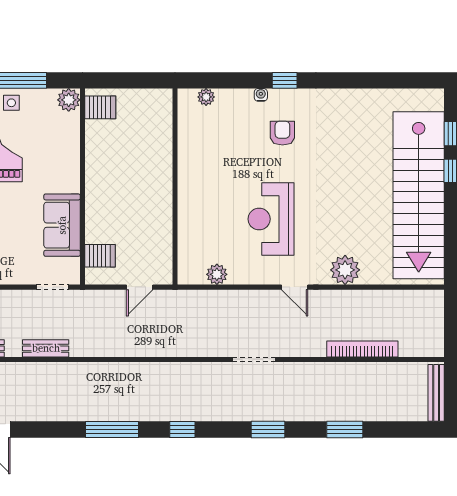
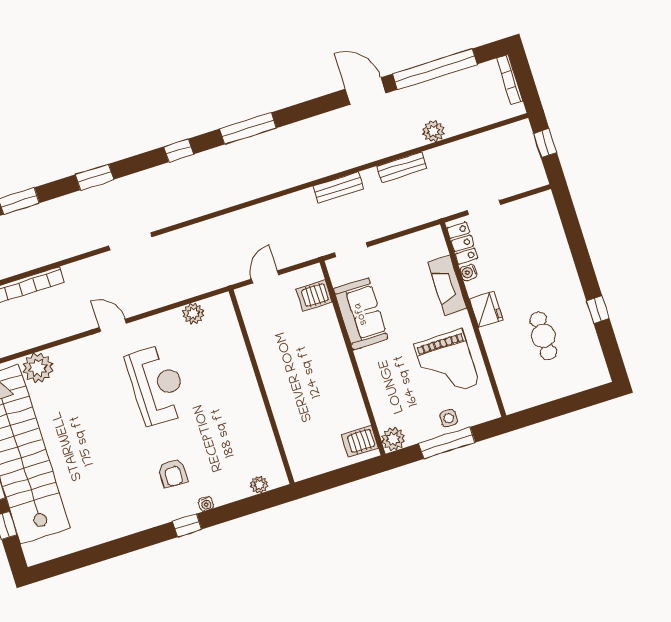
plant: (345, 270) -> (38, 368), moved

